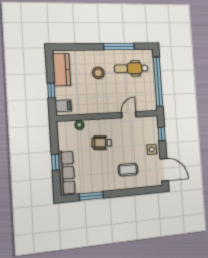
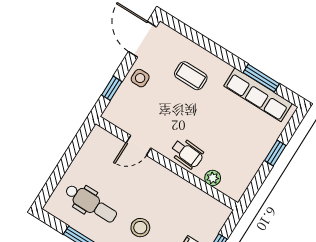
window: (158, 82) -> (66, 161), removed
filing cabinet: (63, 106) -> (216, 216), removed
wheelchair: (102, 143) -> (187, 153), moved
row of seats: (67, 173) -> (258, 95), moved, turned -90

